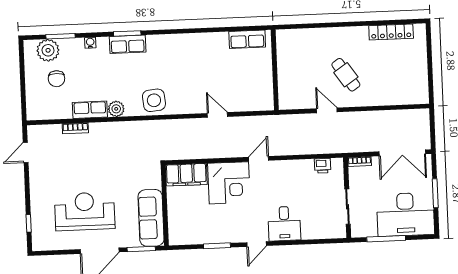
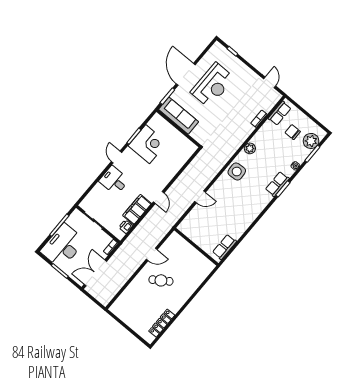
row of seats: (90, 110) -> (280, 113), moved
filing cabinet: (186, 175) -> (137, 210), moved
corner desk: (229, 183) -> (148, 144), moved, turned 180

